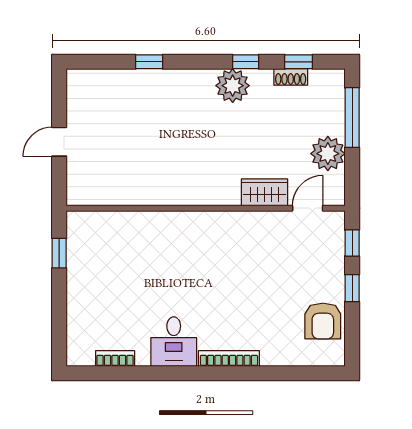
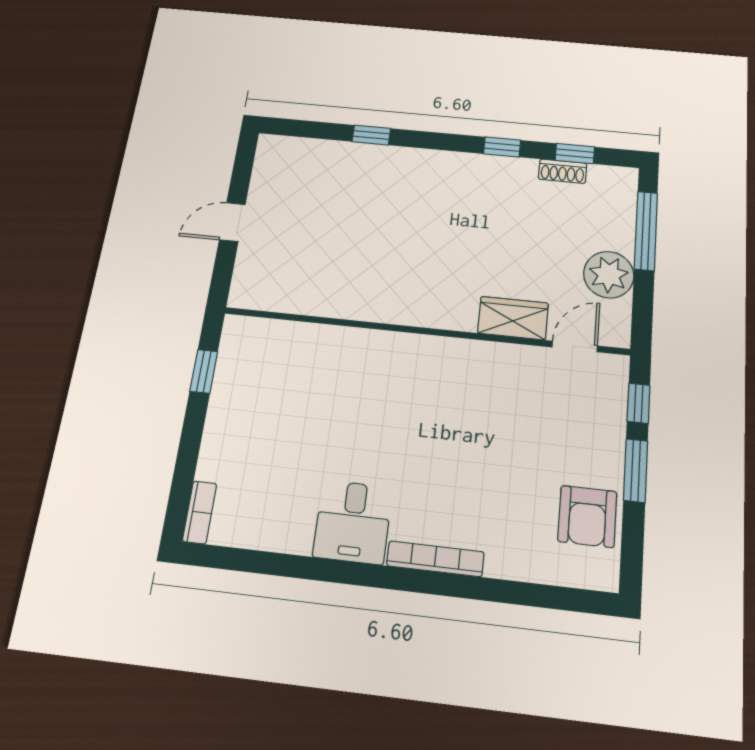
plant: (233, 86) -> (481, 175), removed
window: (352, 288) -> (636, 470), width x1.50
bookcase: (115, 358) -> (200, 512), moved, turned 90

